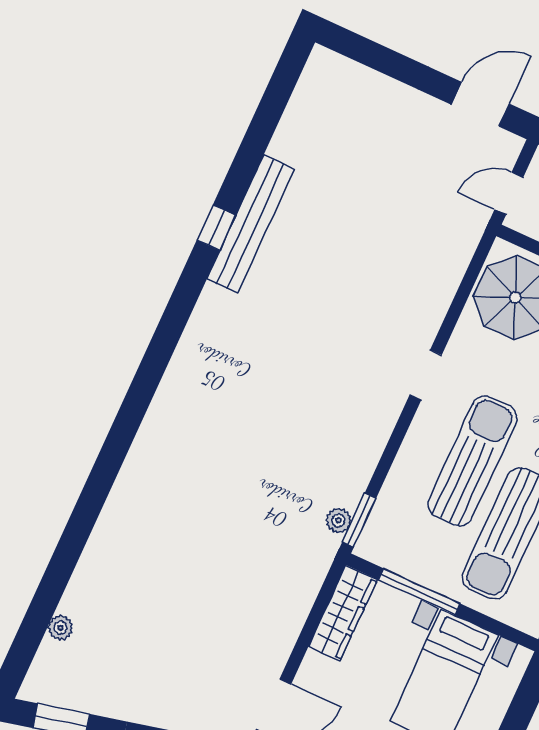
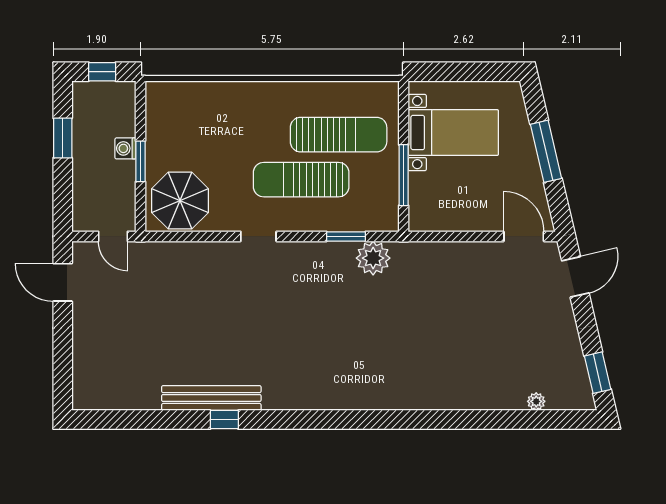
plant: (338, 520) -> (373, 258), width x1.88, depth x1.88
window: (359, 520) -> (346, 236), moved
wardrobe: (343, 613) -> (441, 219), removed

